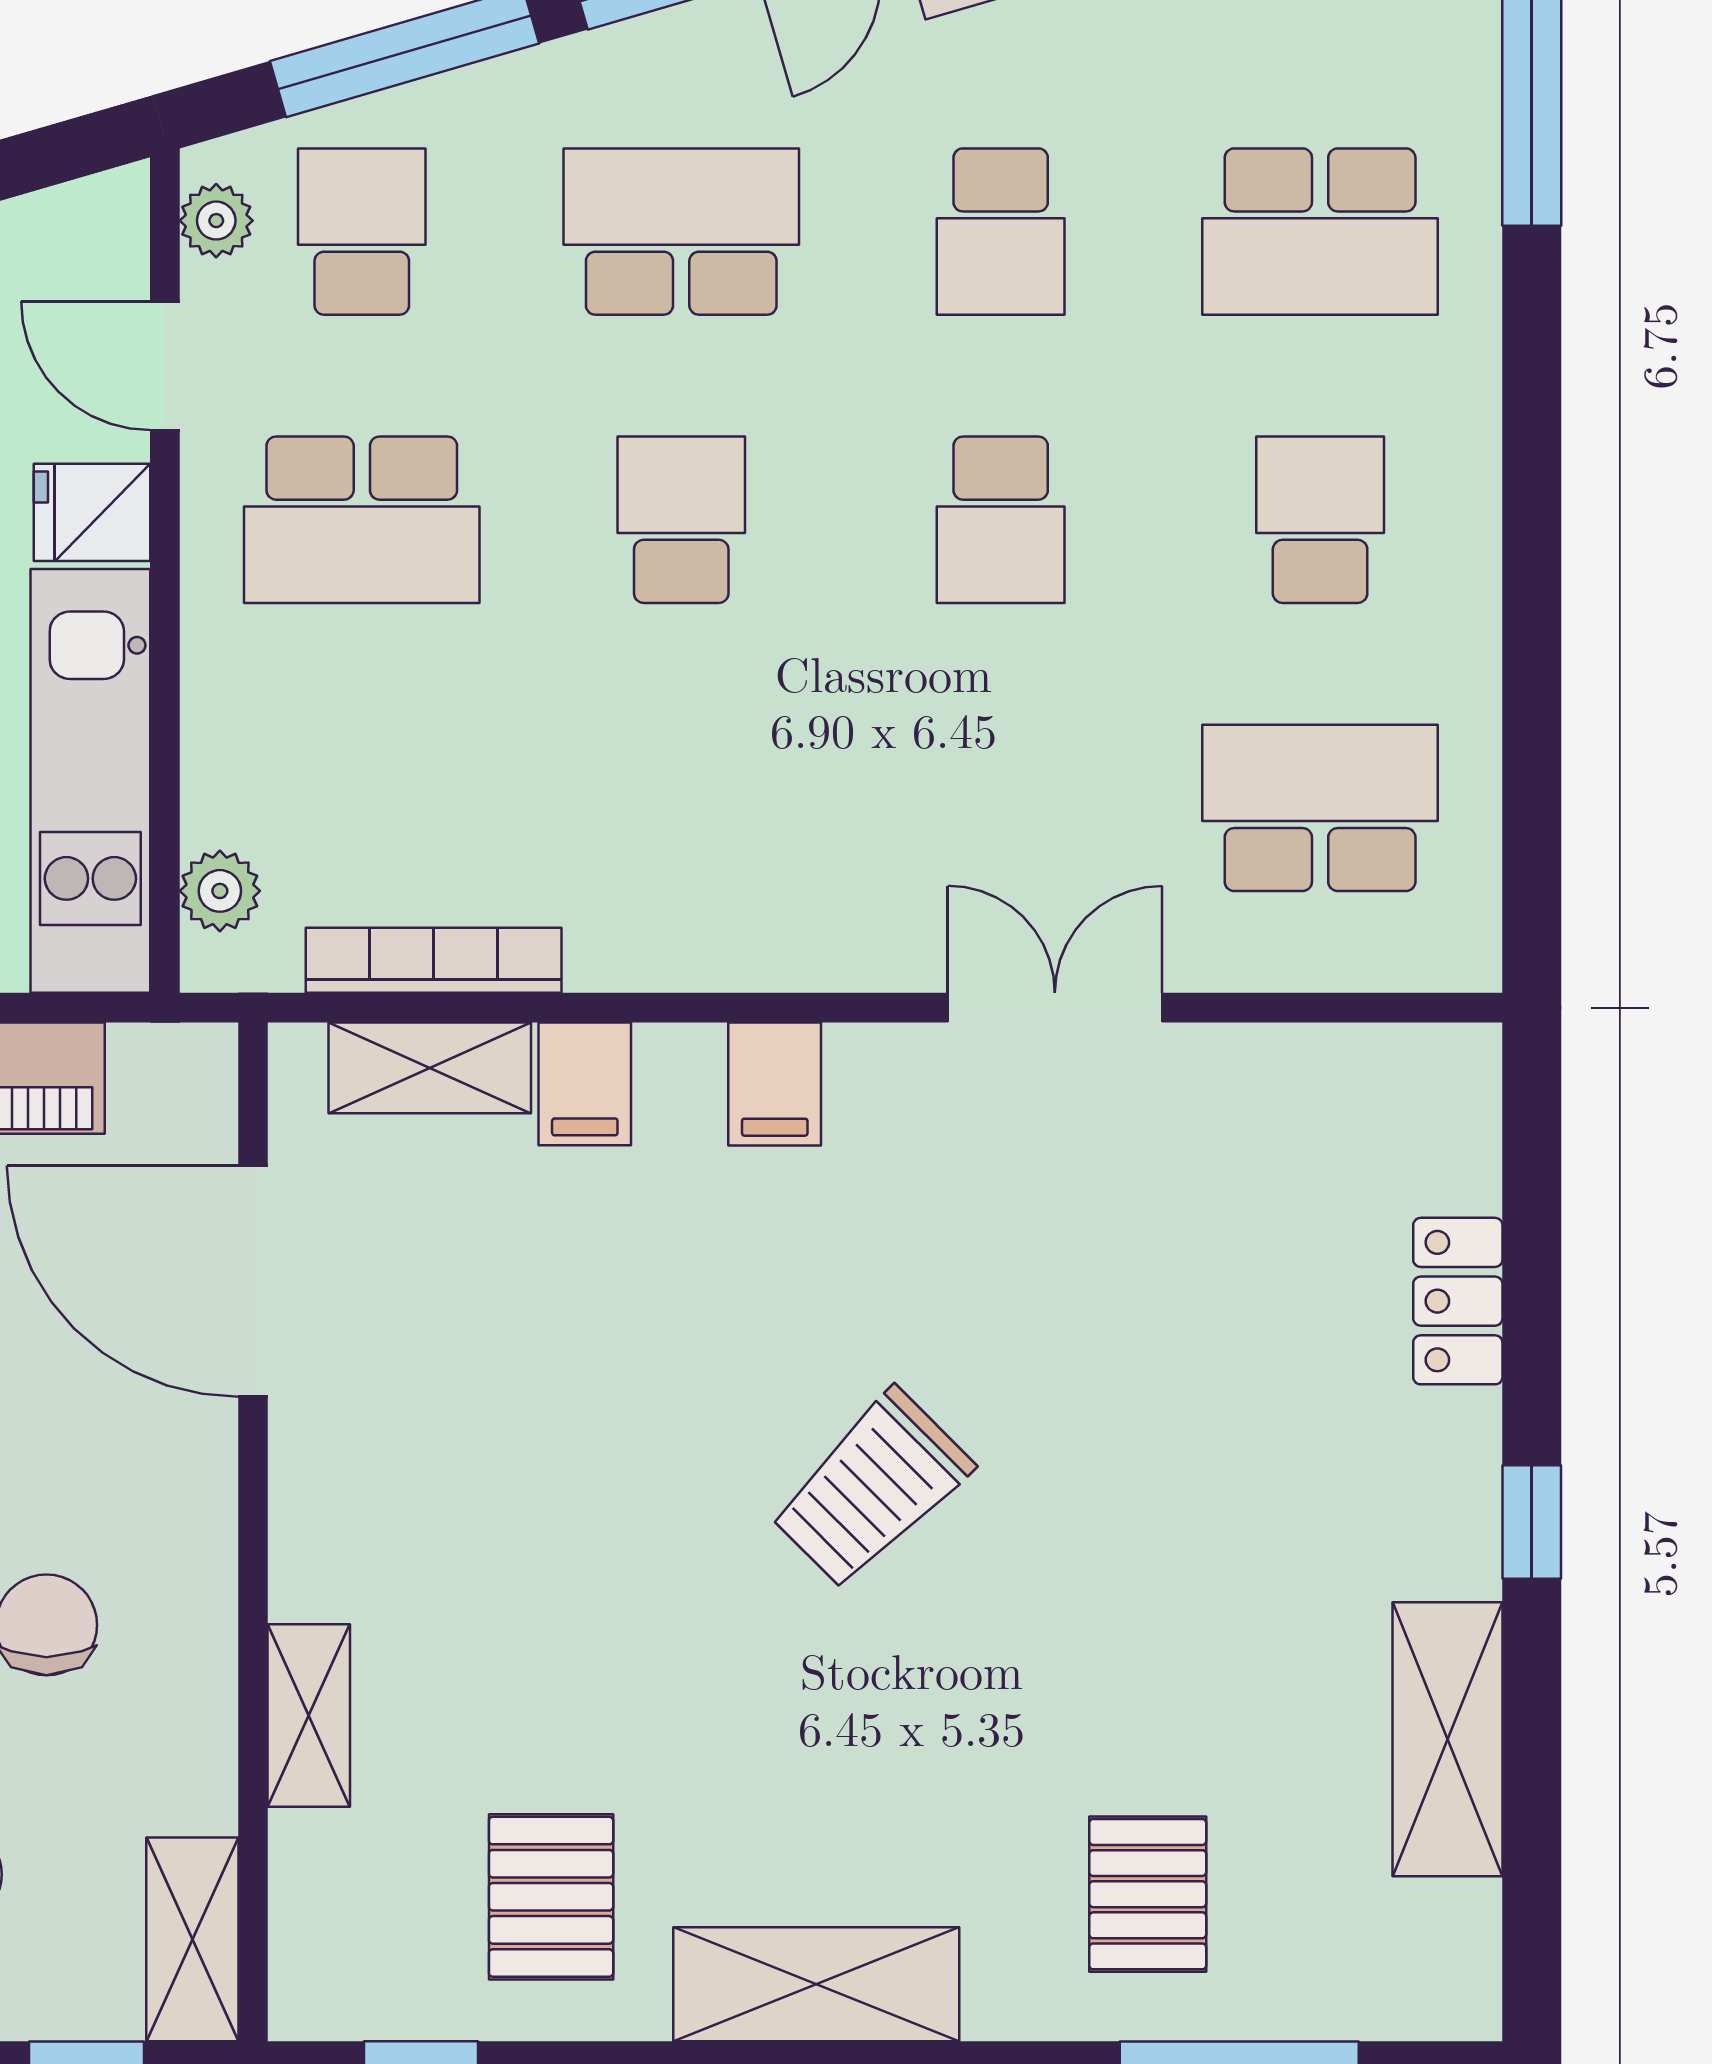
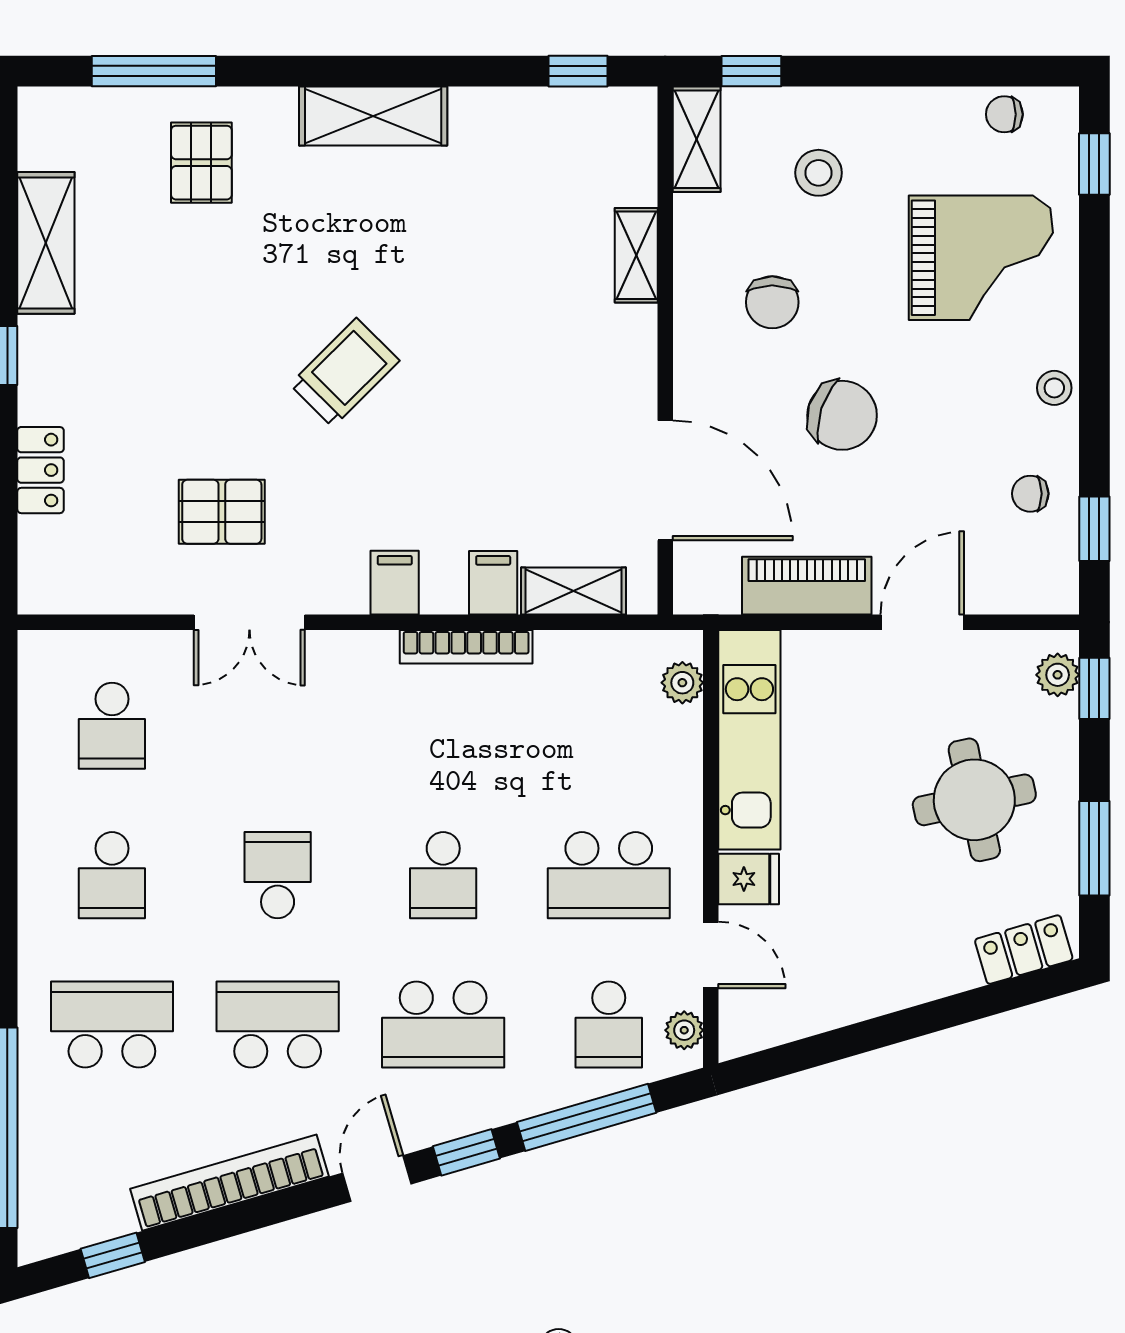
school desk: (1001, 232) -> (278, 1025), width x1.85
school desk: (362, 520) -> (609, 875), turned 180
school desk: (1320, 808) -> (112, 726), width x0.54
bookcase: (434, 960) -> (466, 647), moved
pallet: (551, 1897) -> (222, 512), moved, turned 90

